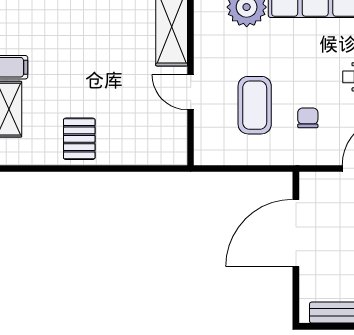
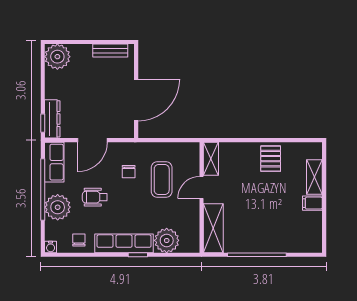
door: (191, 92) -> (201, 187), swing flipped
shelving: (175, 139) -> (211, 159), added

